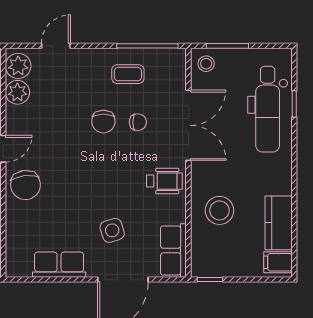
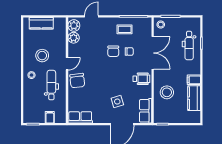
dental chair: (268, 109) -> (189, 45), width x0.73, depth x0.72
filing cabinet: (278, 262) -> (194, 80), moved
row of seats: (59, 265) -> (80, 117), moved

